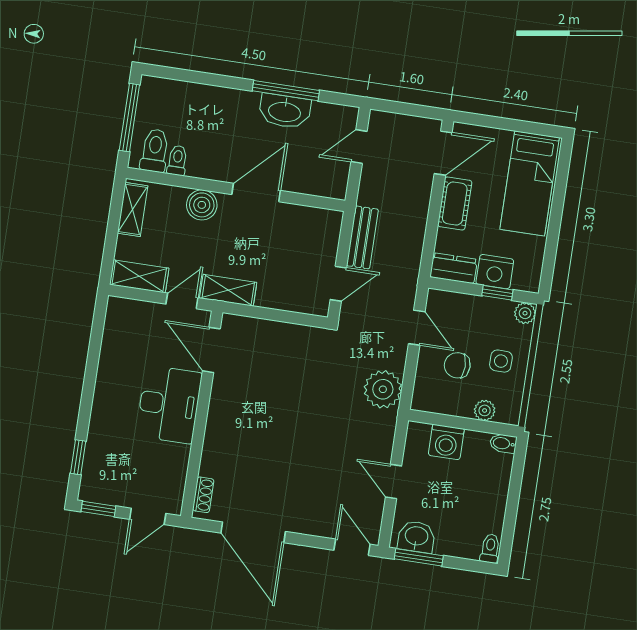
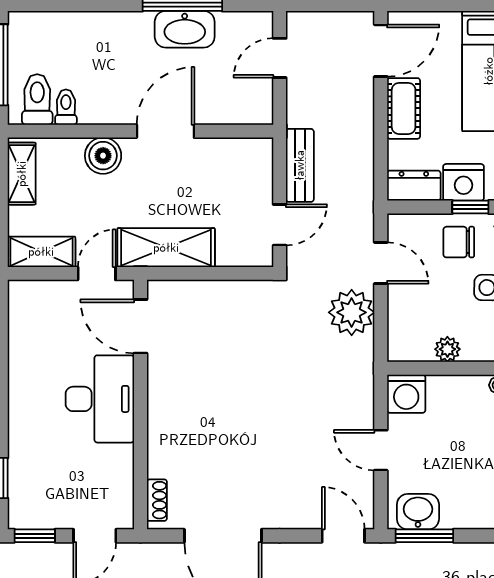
shelving: (228, 290) -> (166, 248), width x1.50, depth x1.33
chair: (457, 365) -> (459, 242), moved
plant: (383, 389) -> (352, 312), moved
plant: (485, 410) -> (447, 349), moved
washing machine: (446, 442) -> (406, 394), moved

